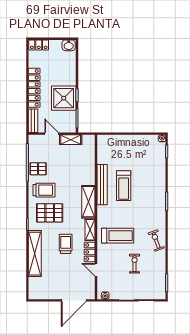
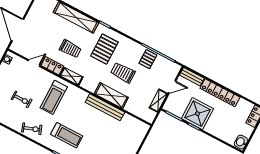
treadmill: (124, 186) -> (67, 135), moved, turned 180
trolley: (44, 190) -> (123, 73), moved, turned 90
shelving: (88, 202) -> (111, 96), moved

